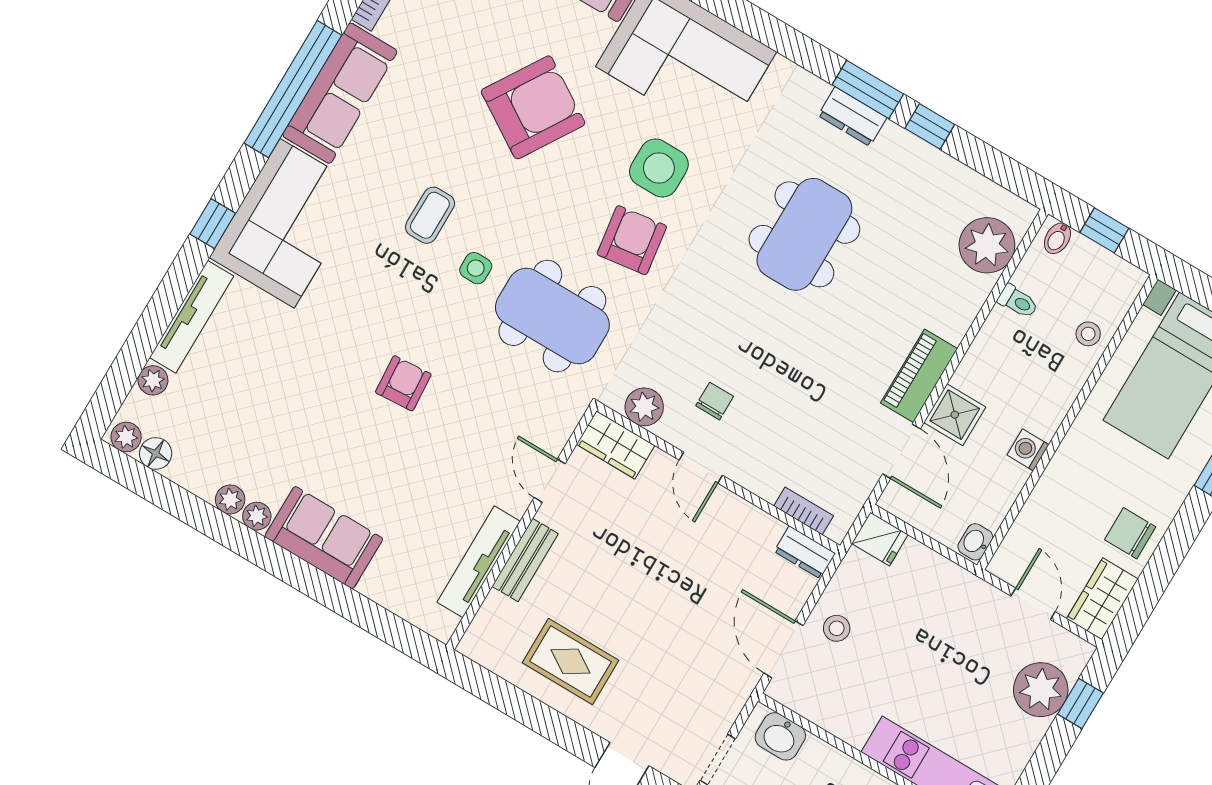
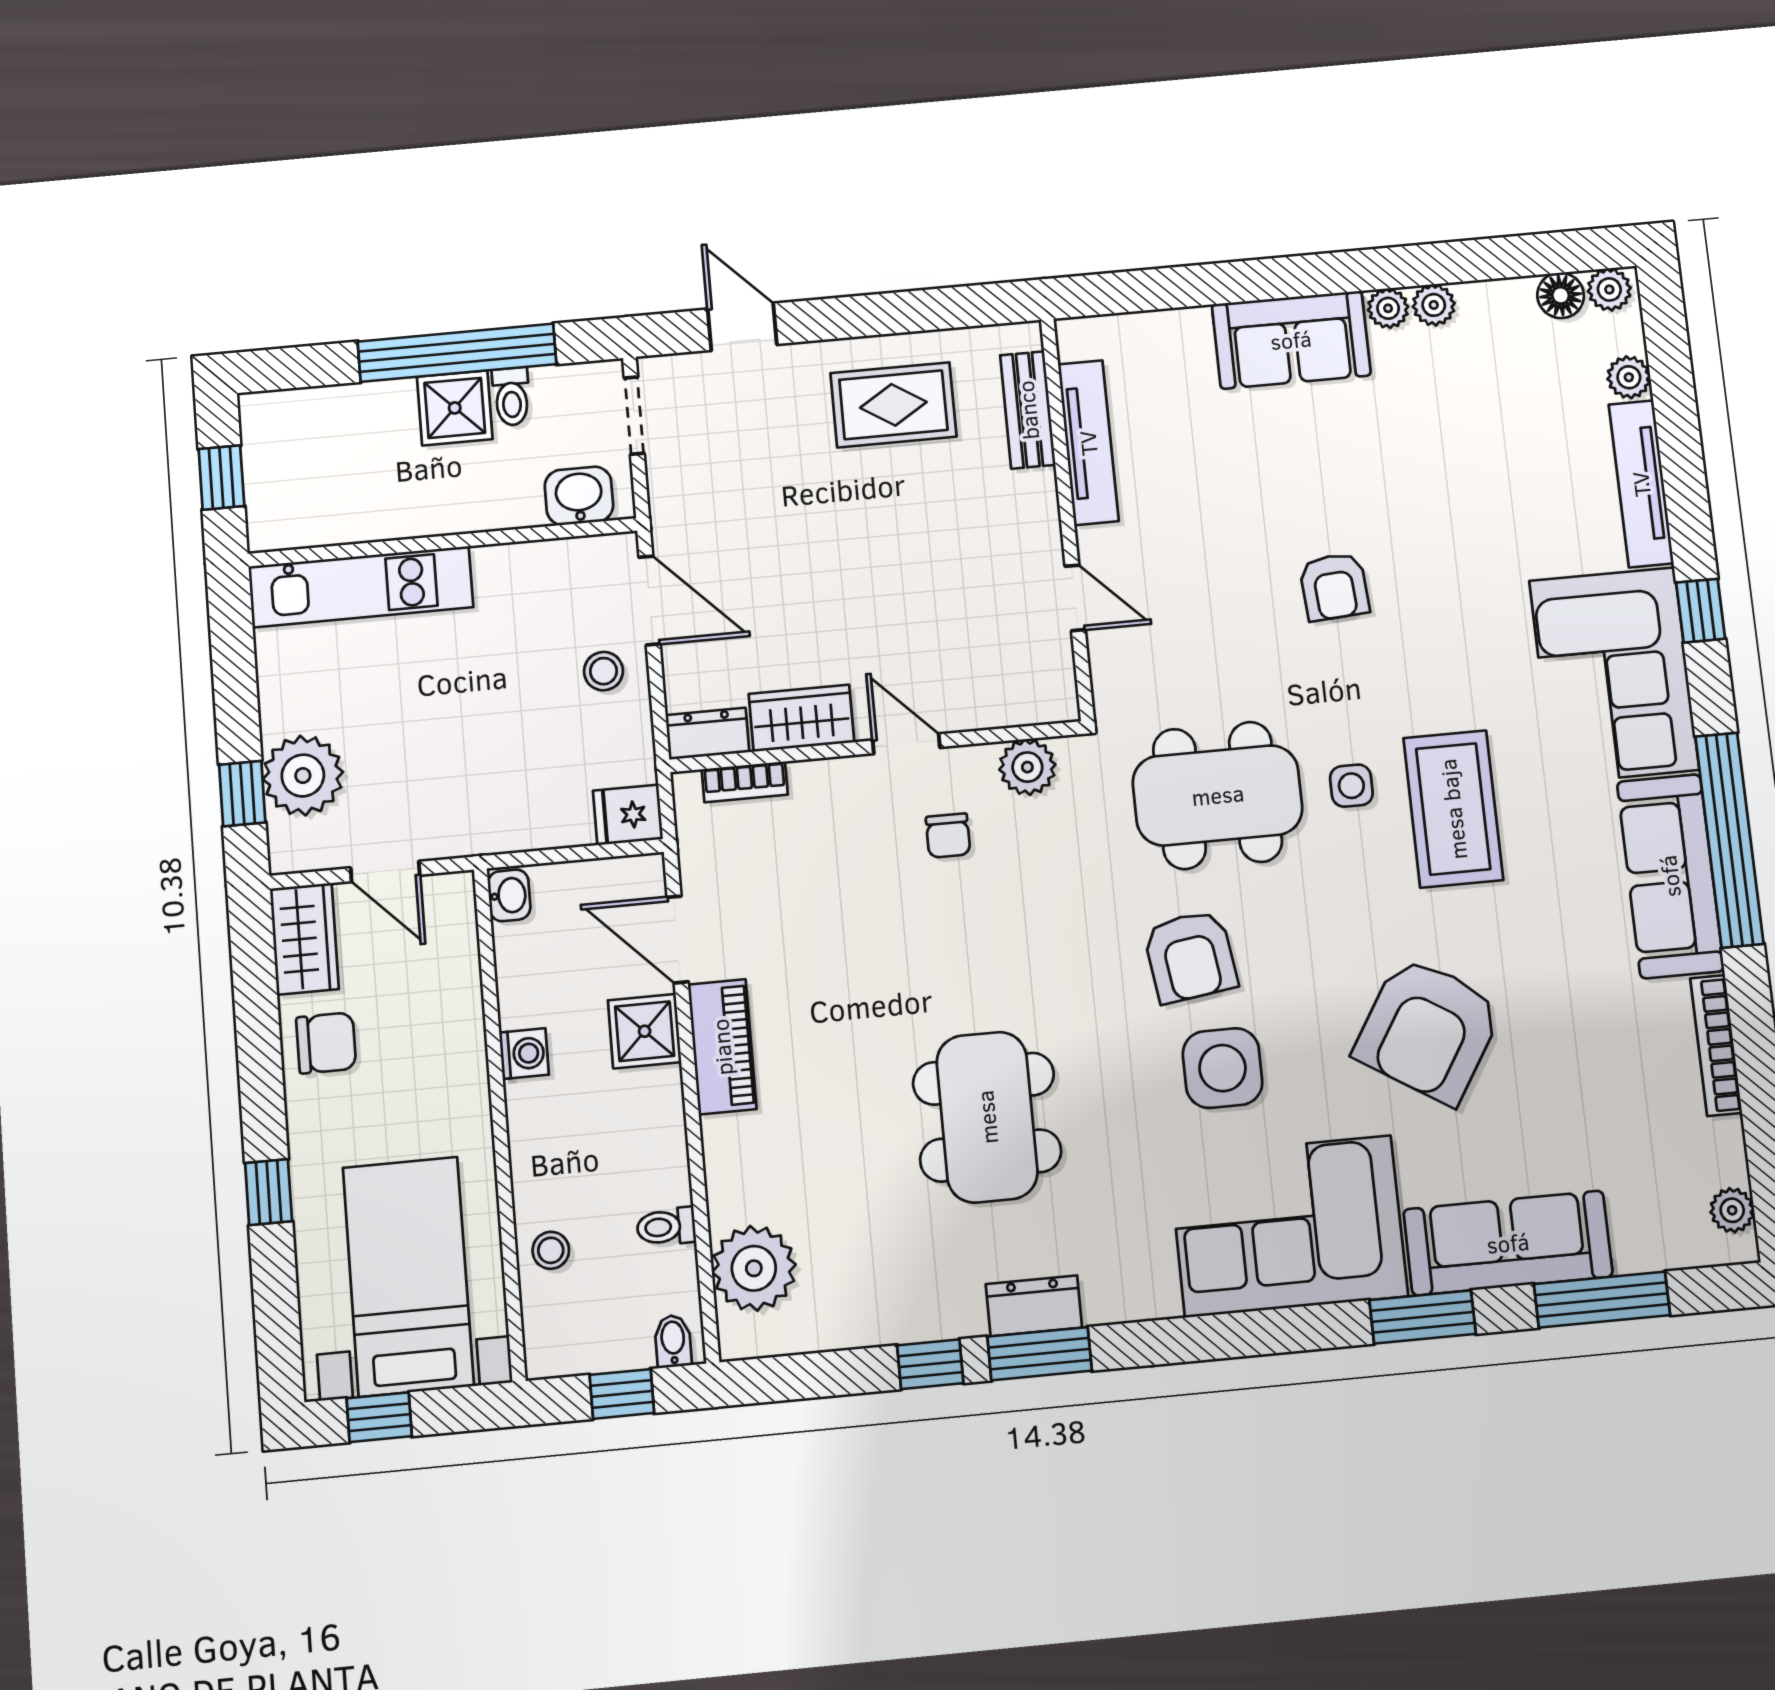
coffee table: (430, 215) -> (1453, 809), width x1.86, depth x1.72
wardrobe: (616, 445) -> (801, 718), moved
bench: (525, 560) -> (1028, 410), moved

